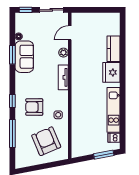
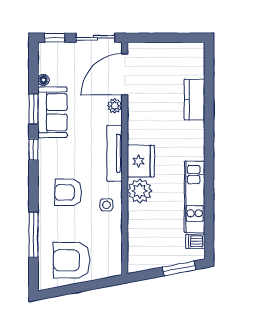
door: (70, 33) -> (125, 74), width x1.88
fridge: (111, 72) -> (141, 161), moved, turned 180
tv unit: (63, 77) -> (115, 153), width x1.41
window: (12, 101) -> (34, 149), moved
plant: (79, 106) -> (140, 191), added
armchair: (46, 141) -> (72, 260), moved, turned -67

